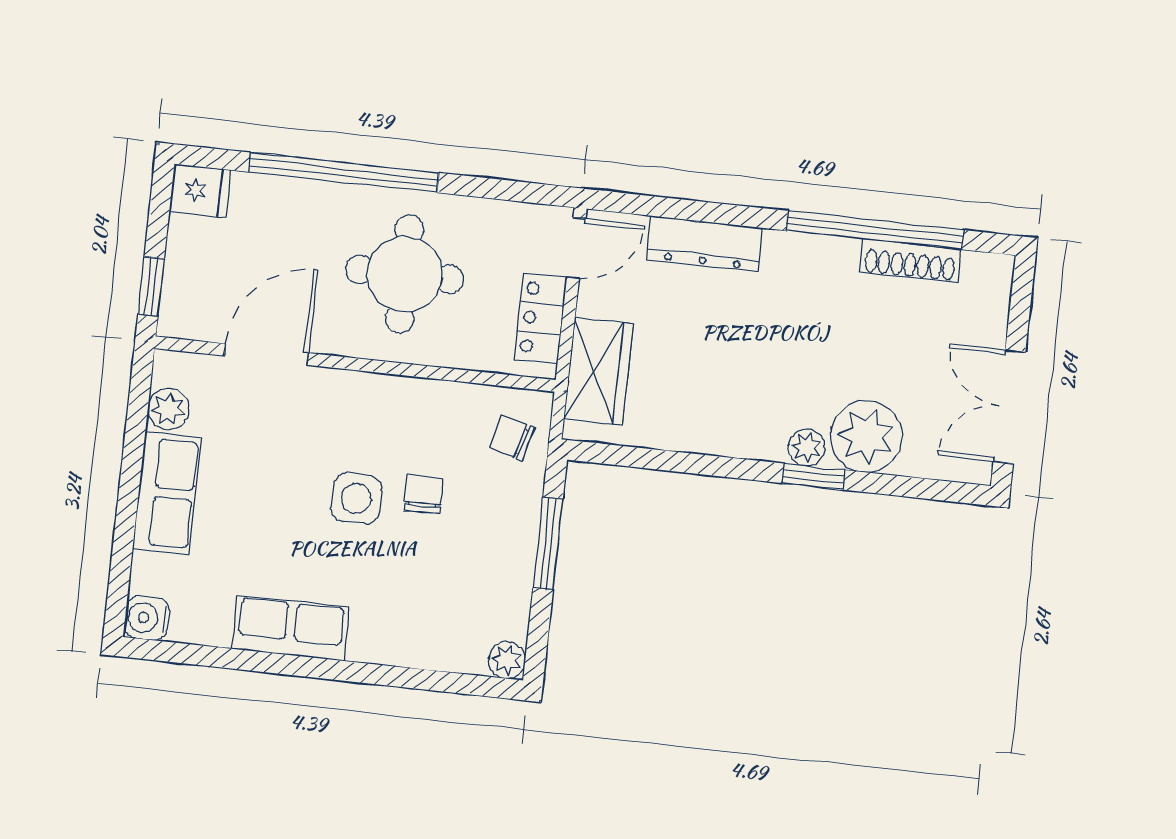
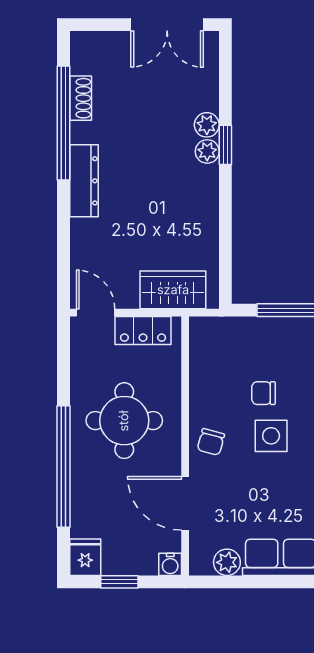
dresser: (704, 244) -> (84, 181), moved
shoe rack: (910, 261) -> (81, 98), width x0.70
window: (151, 286) -> (119, 582), moved
water cooler: (175, 321) -> (170, 564), added
plant: (866, 437) -> (207, 125), width x0.53, depth x0.53
chair: (512, 438) -> (211, 442), moved

